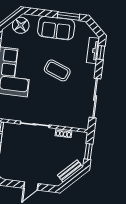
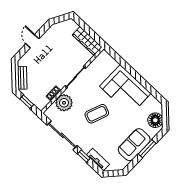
window: (69, 16) -> (147, 149), moved
window: (101, 53) -> (84, 156), moved
coffee table: (57, 70) -> (97, 114), moved
plant: (65, 118) -> (64, 103), added

